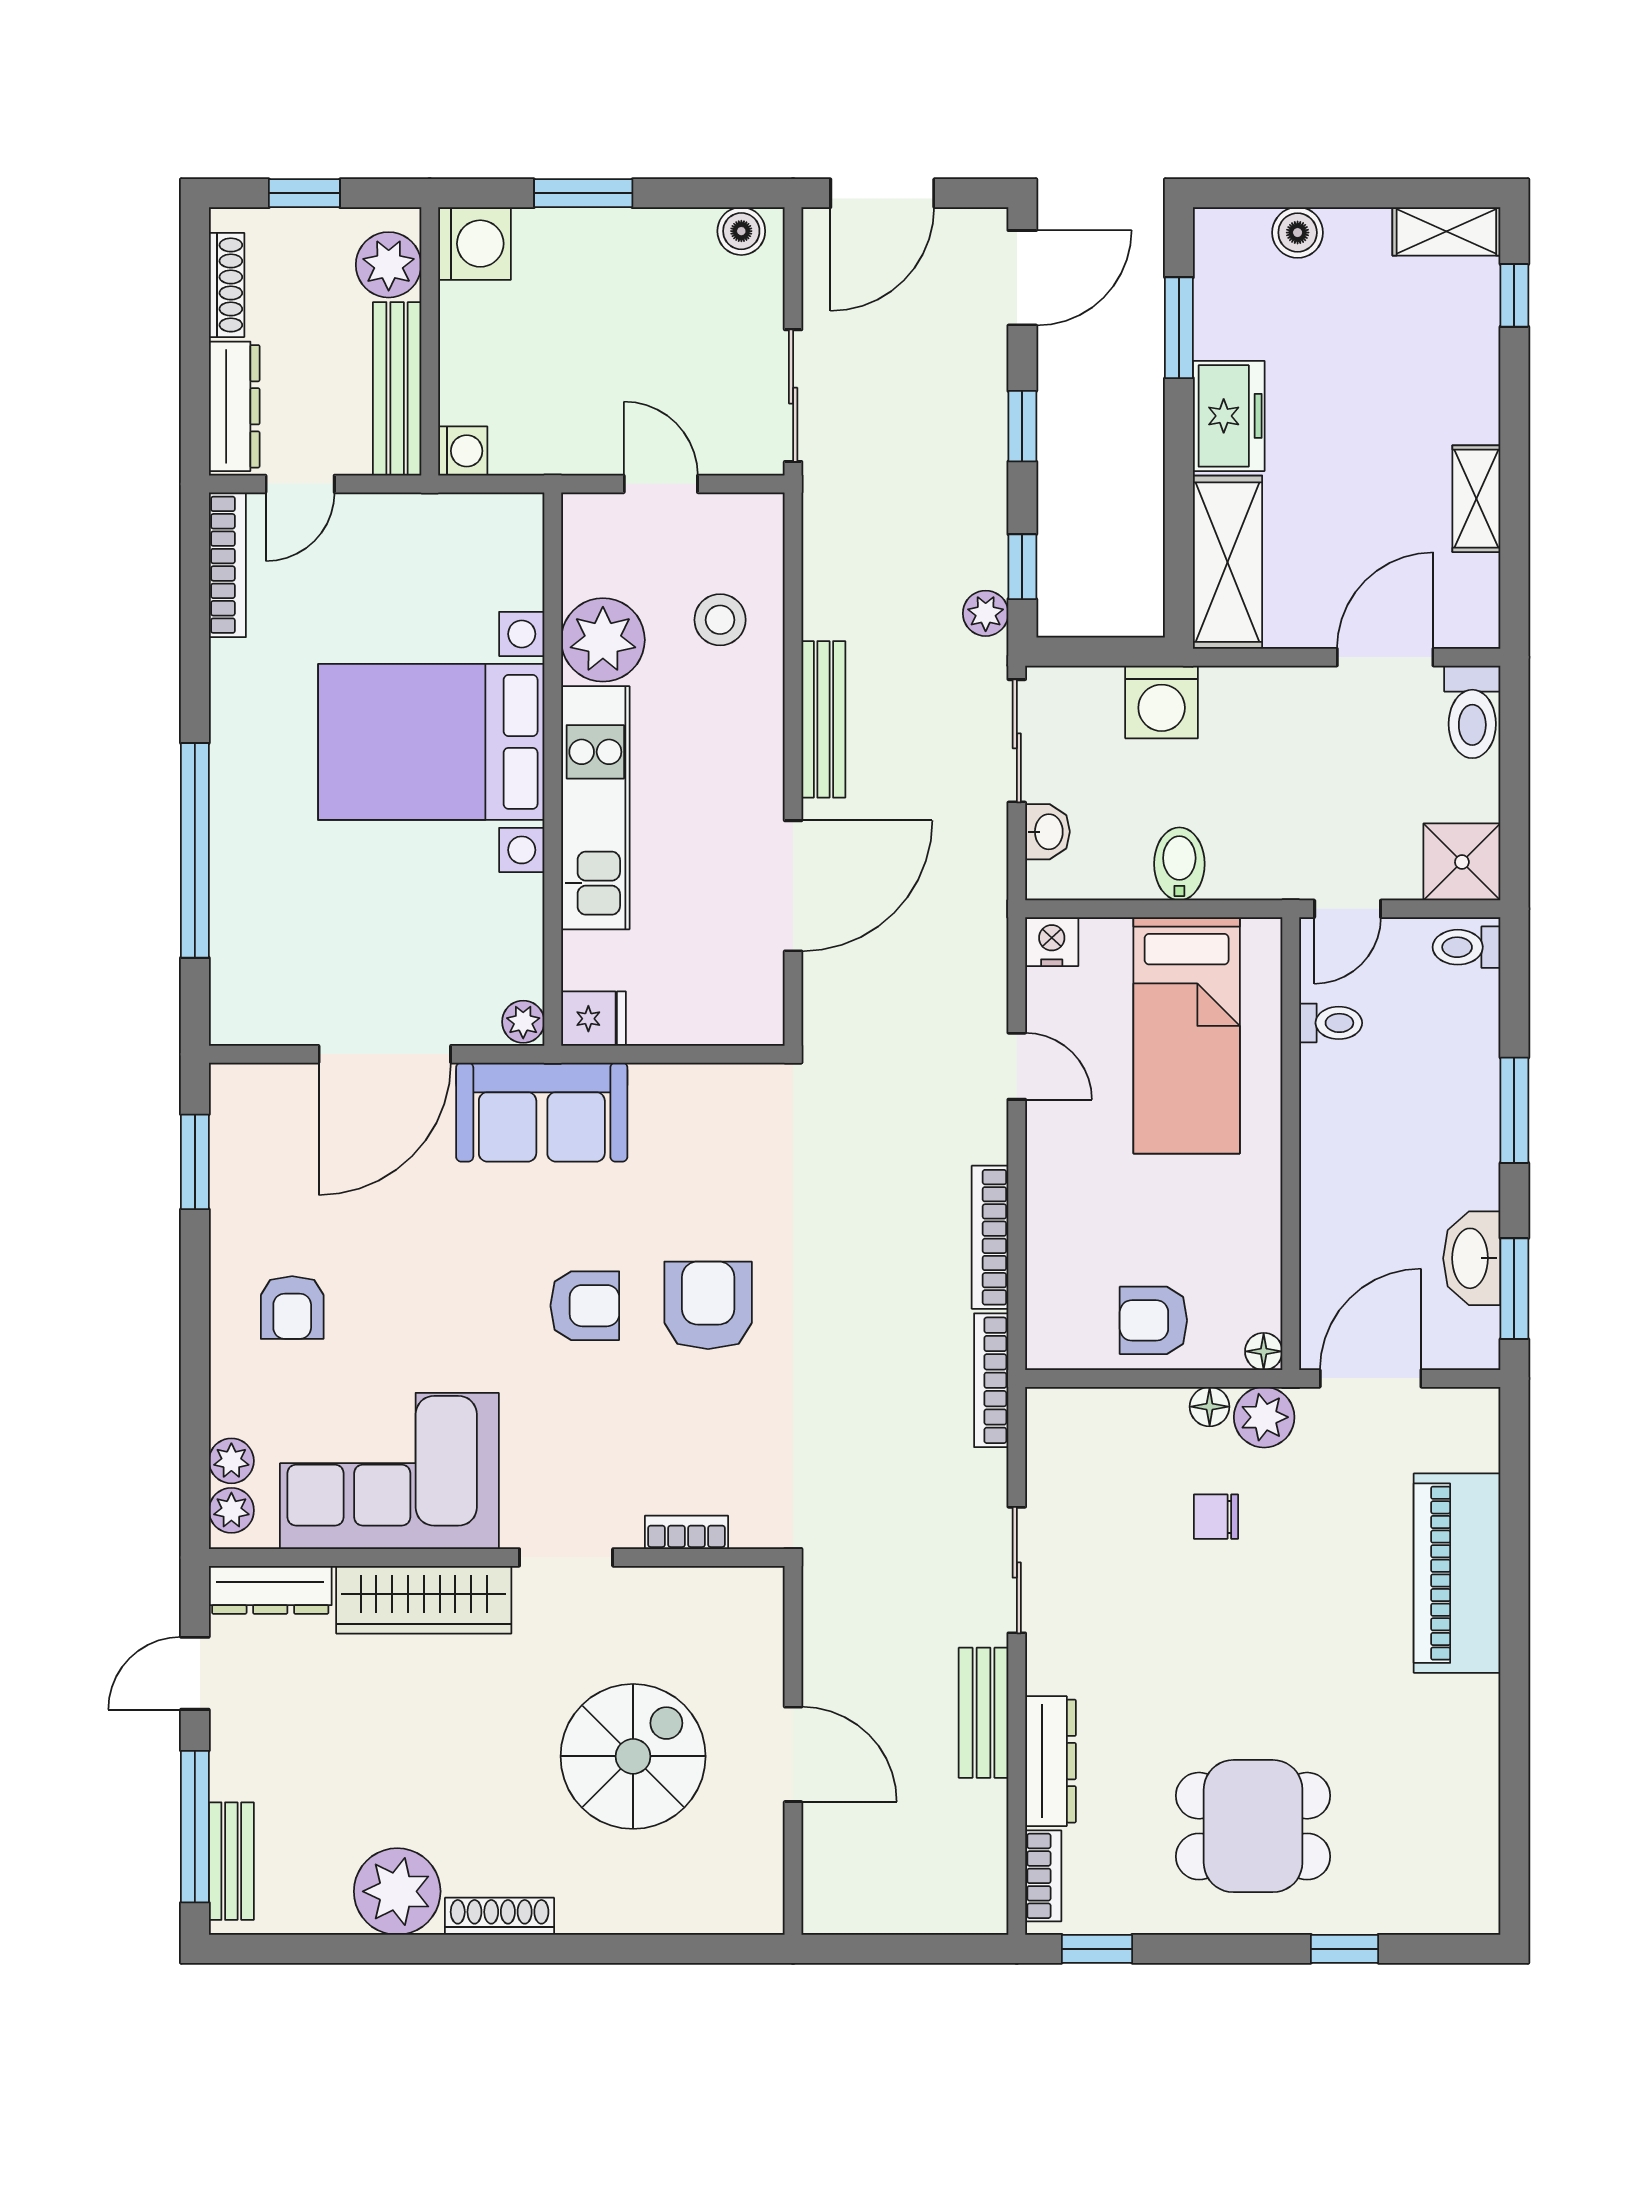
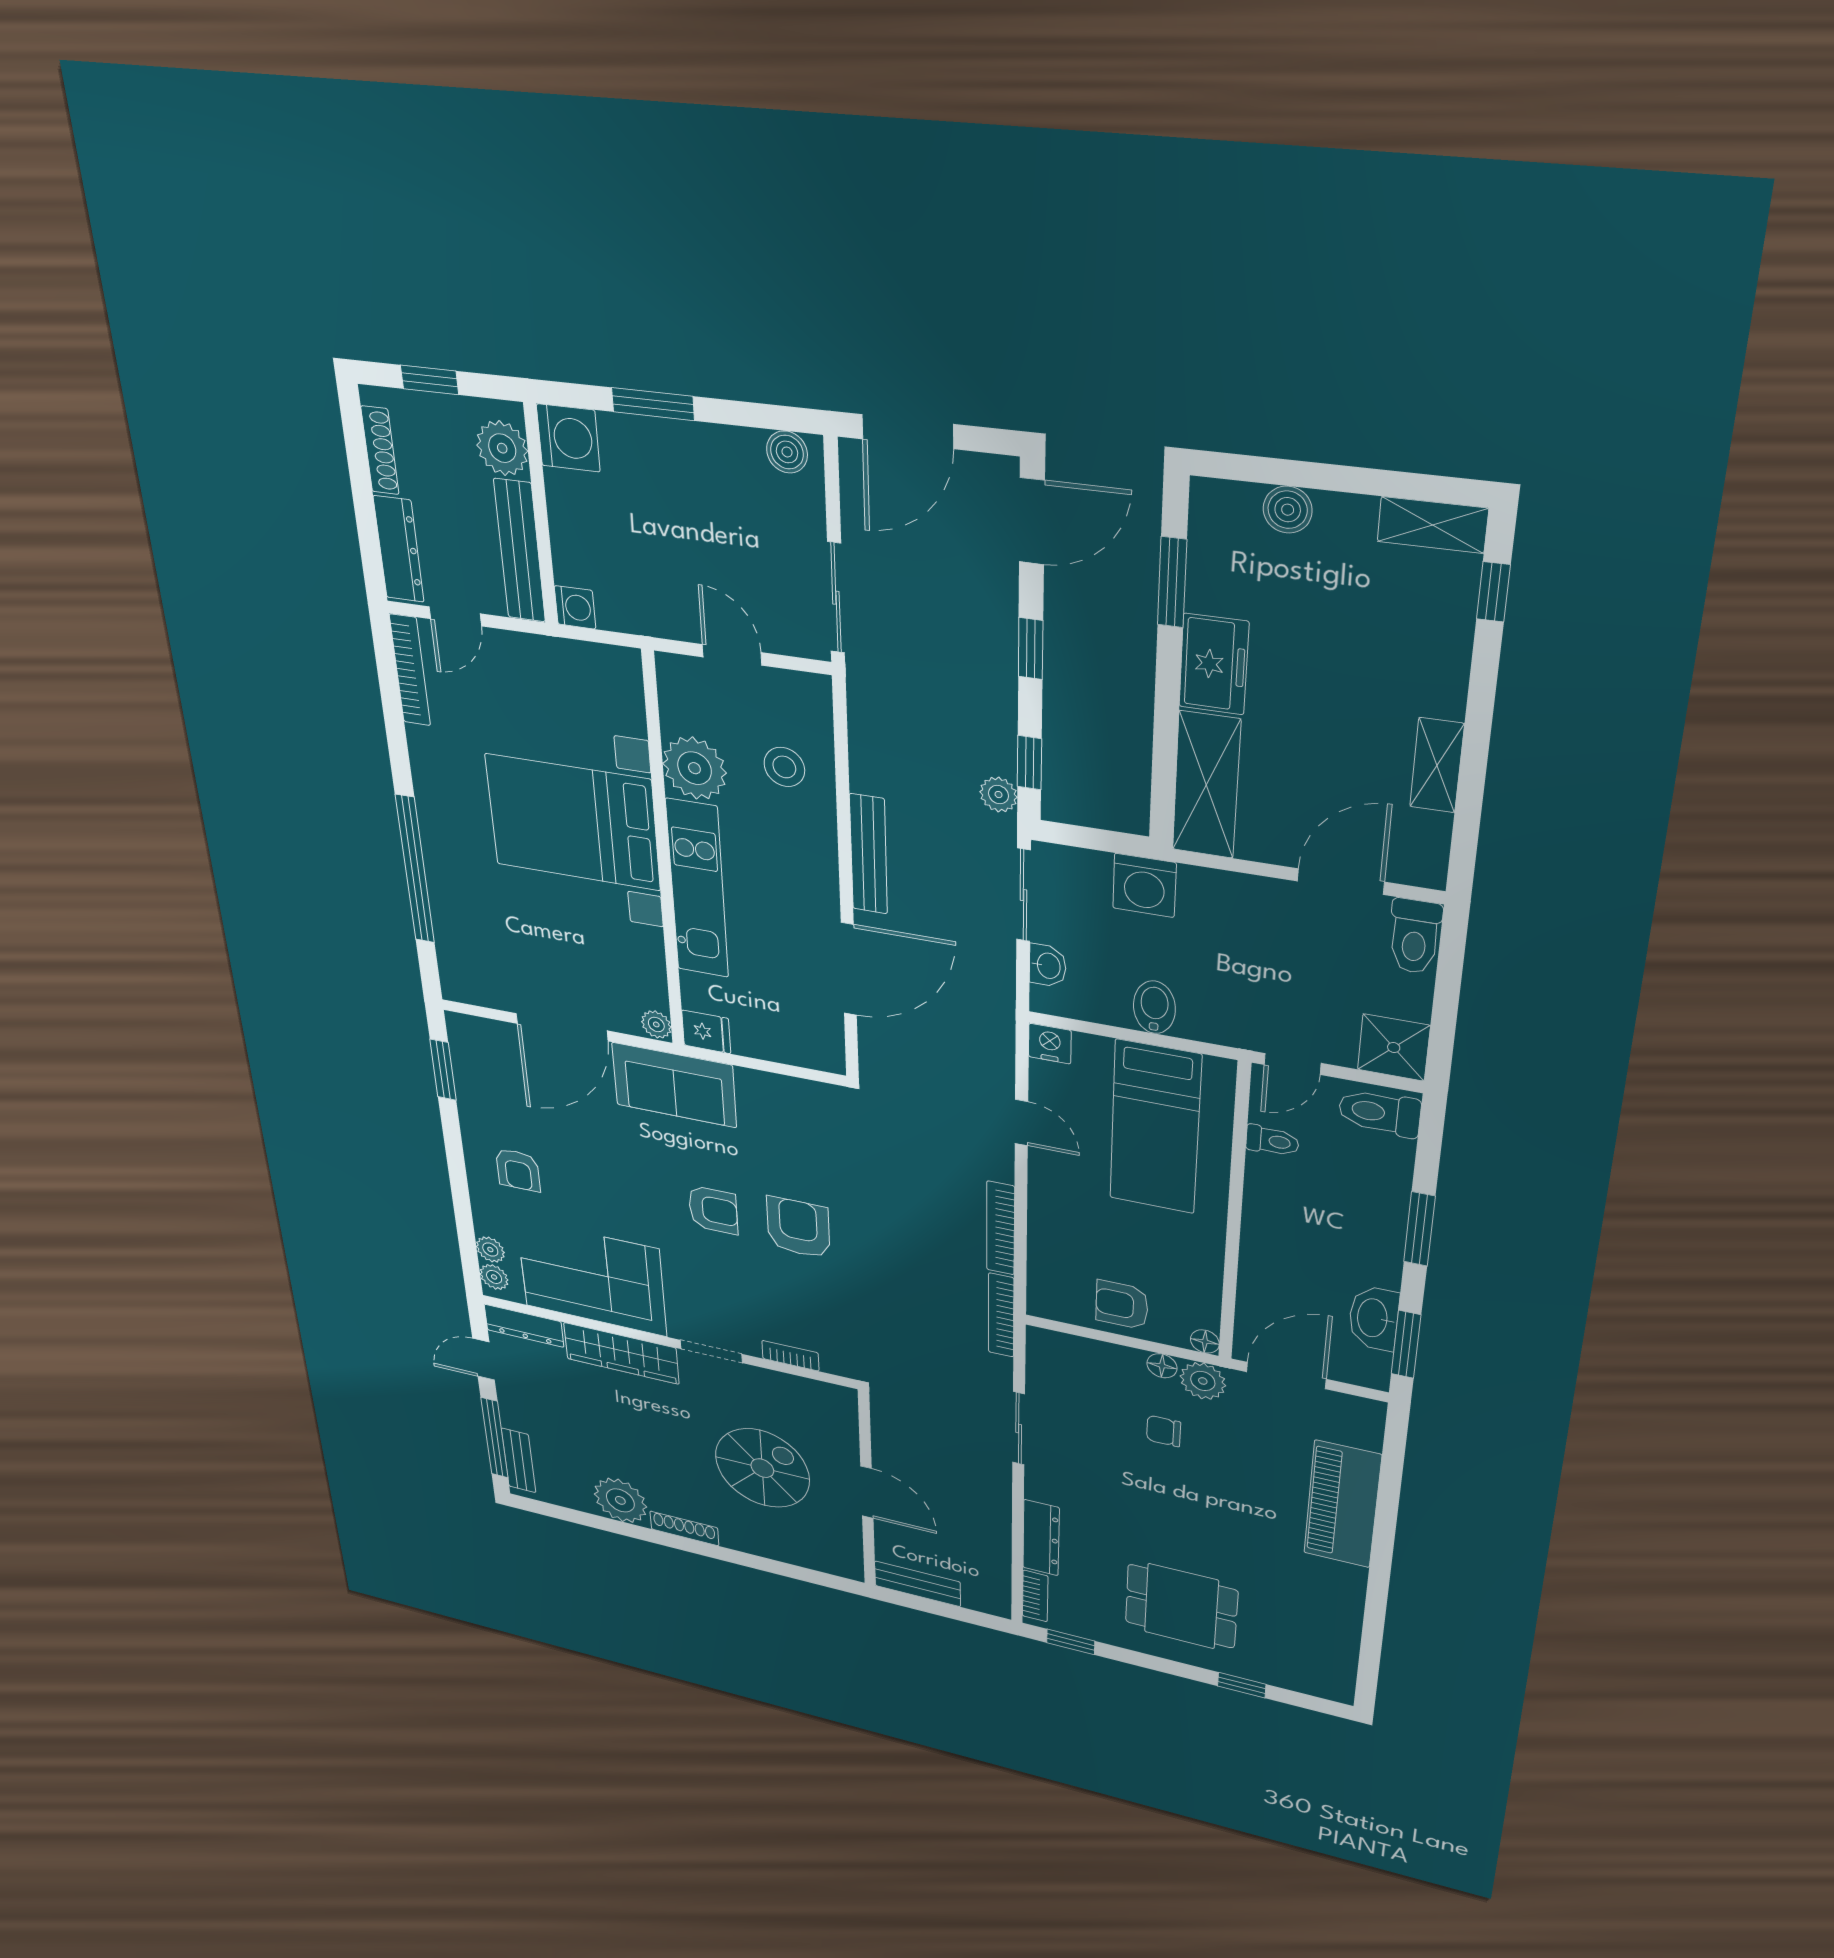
toilet: (1467, 947) -> (1380, 1113), width x1.37, depth x1.39
bench: (984, 1713) -> (917, 1584), moved, turned 90

